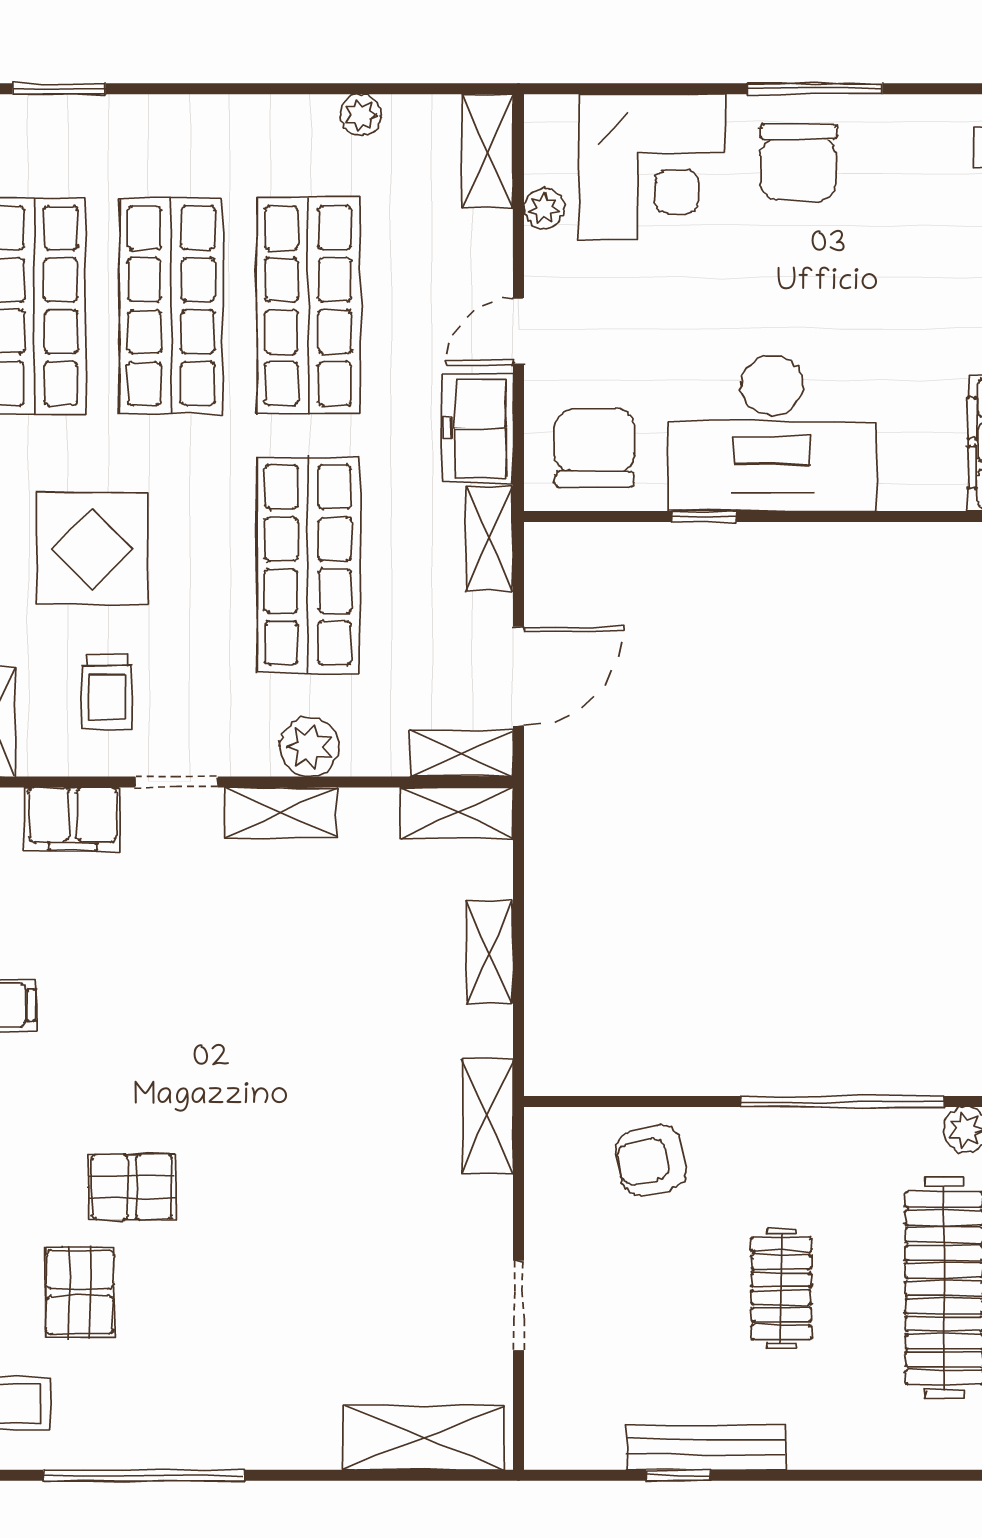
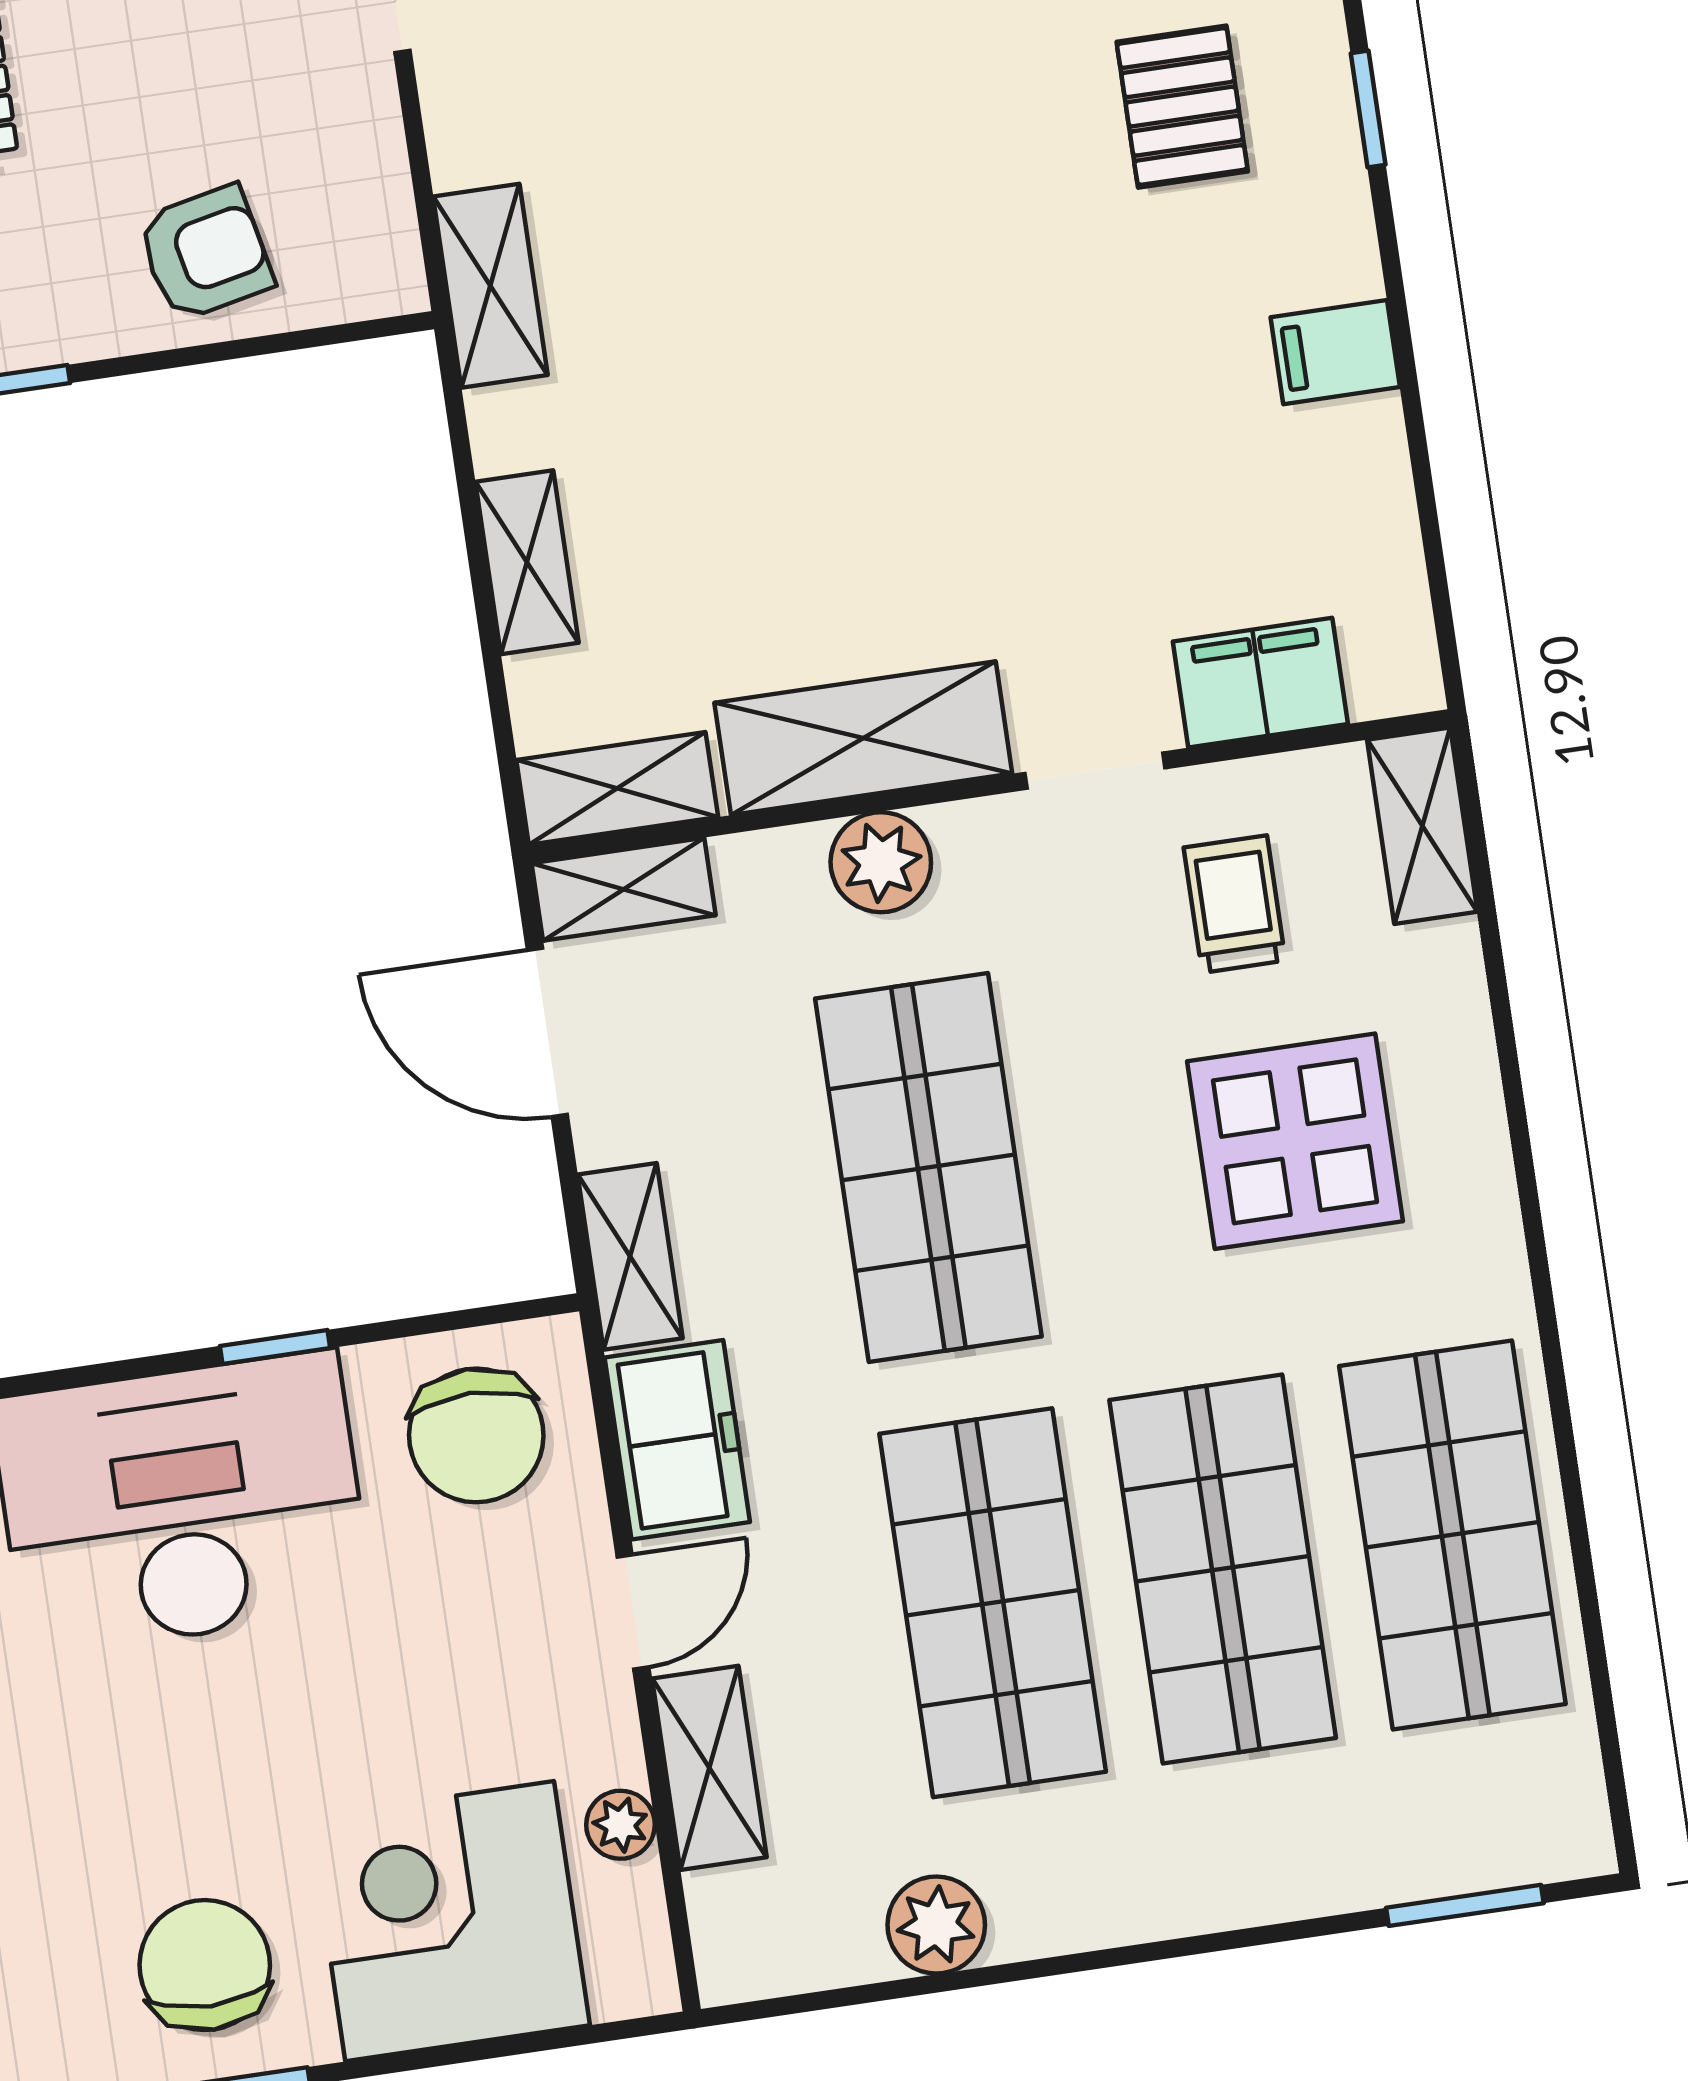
plant: (361, 115) -> (936, 1925), width x1.38, depth x1.38
shelving: (487, 151) -> (709, 1768), moved
door: (518, 676) -> (547, 1032), hinge flipped
shelving: (281, 813) -> (863, 738), width x1.50, depth x1.33
pallet: (132, 1187) -> (1182, 107), moved, turned 90

